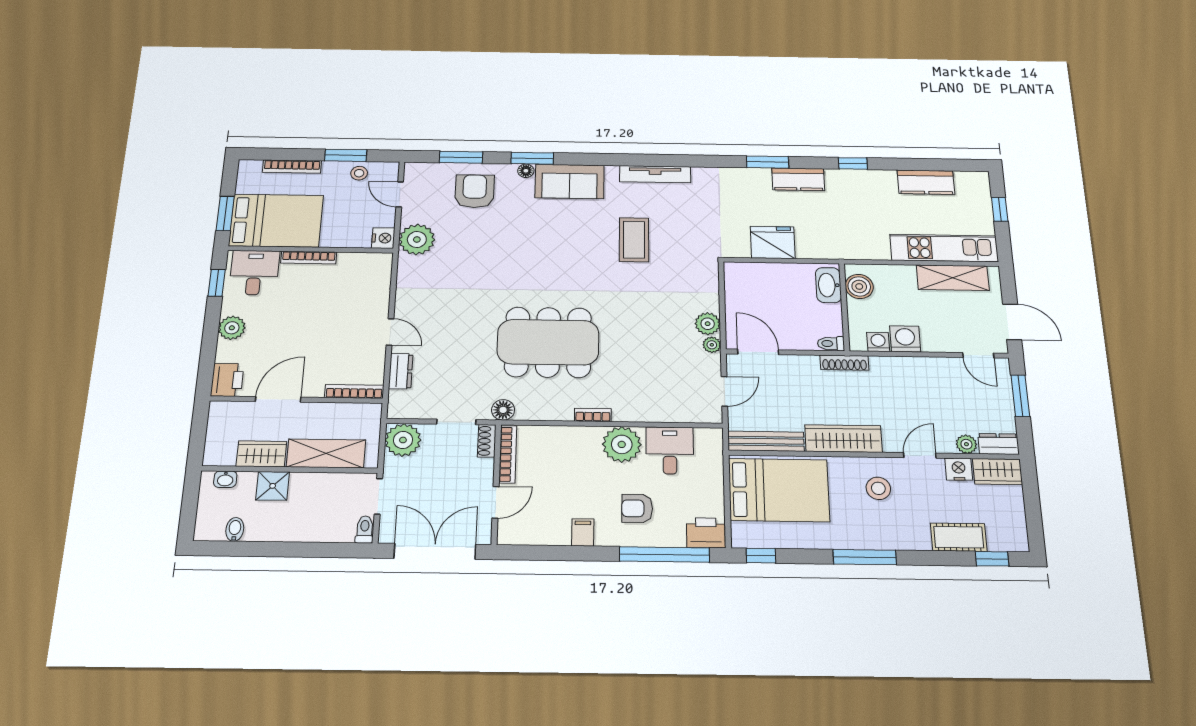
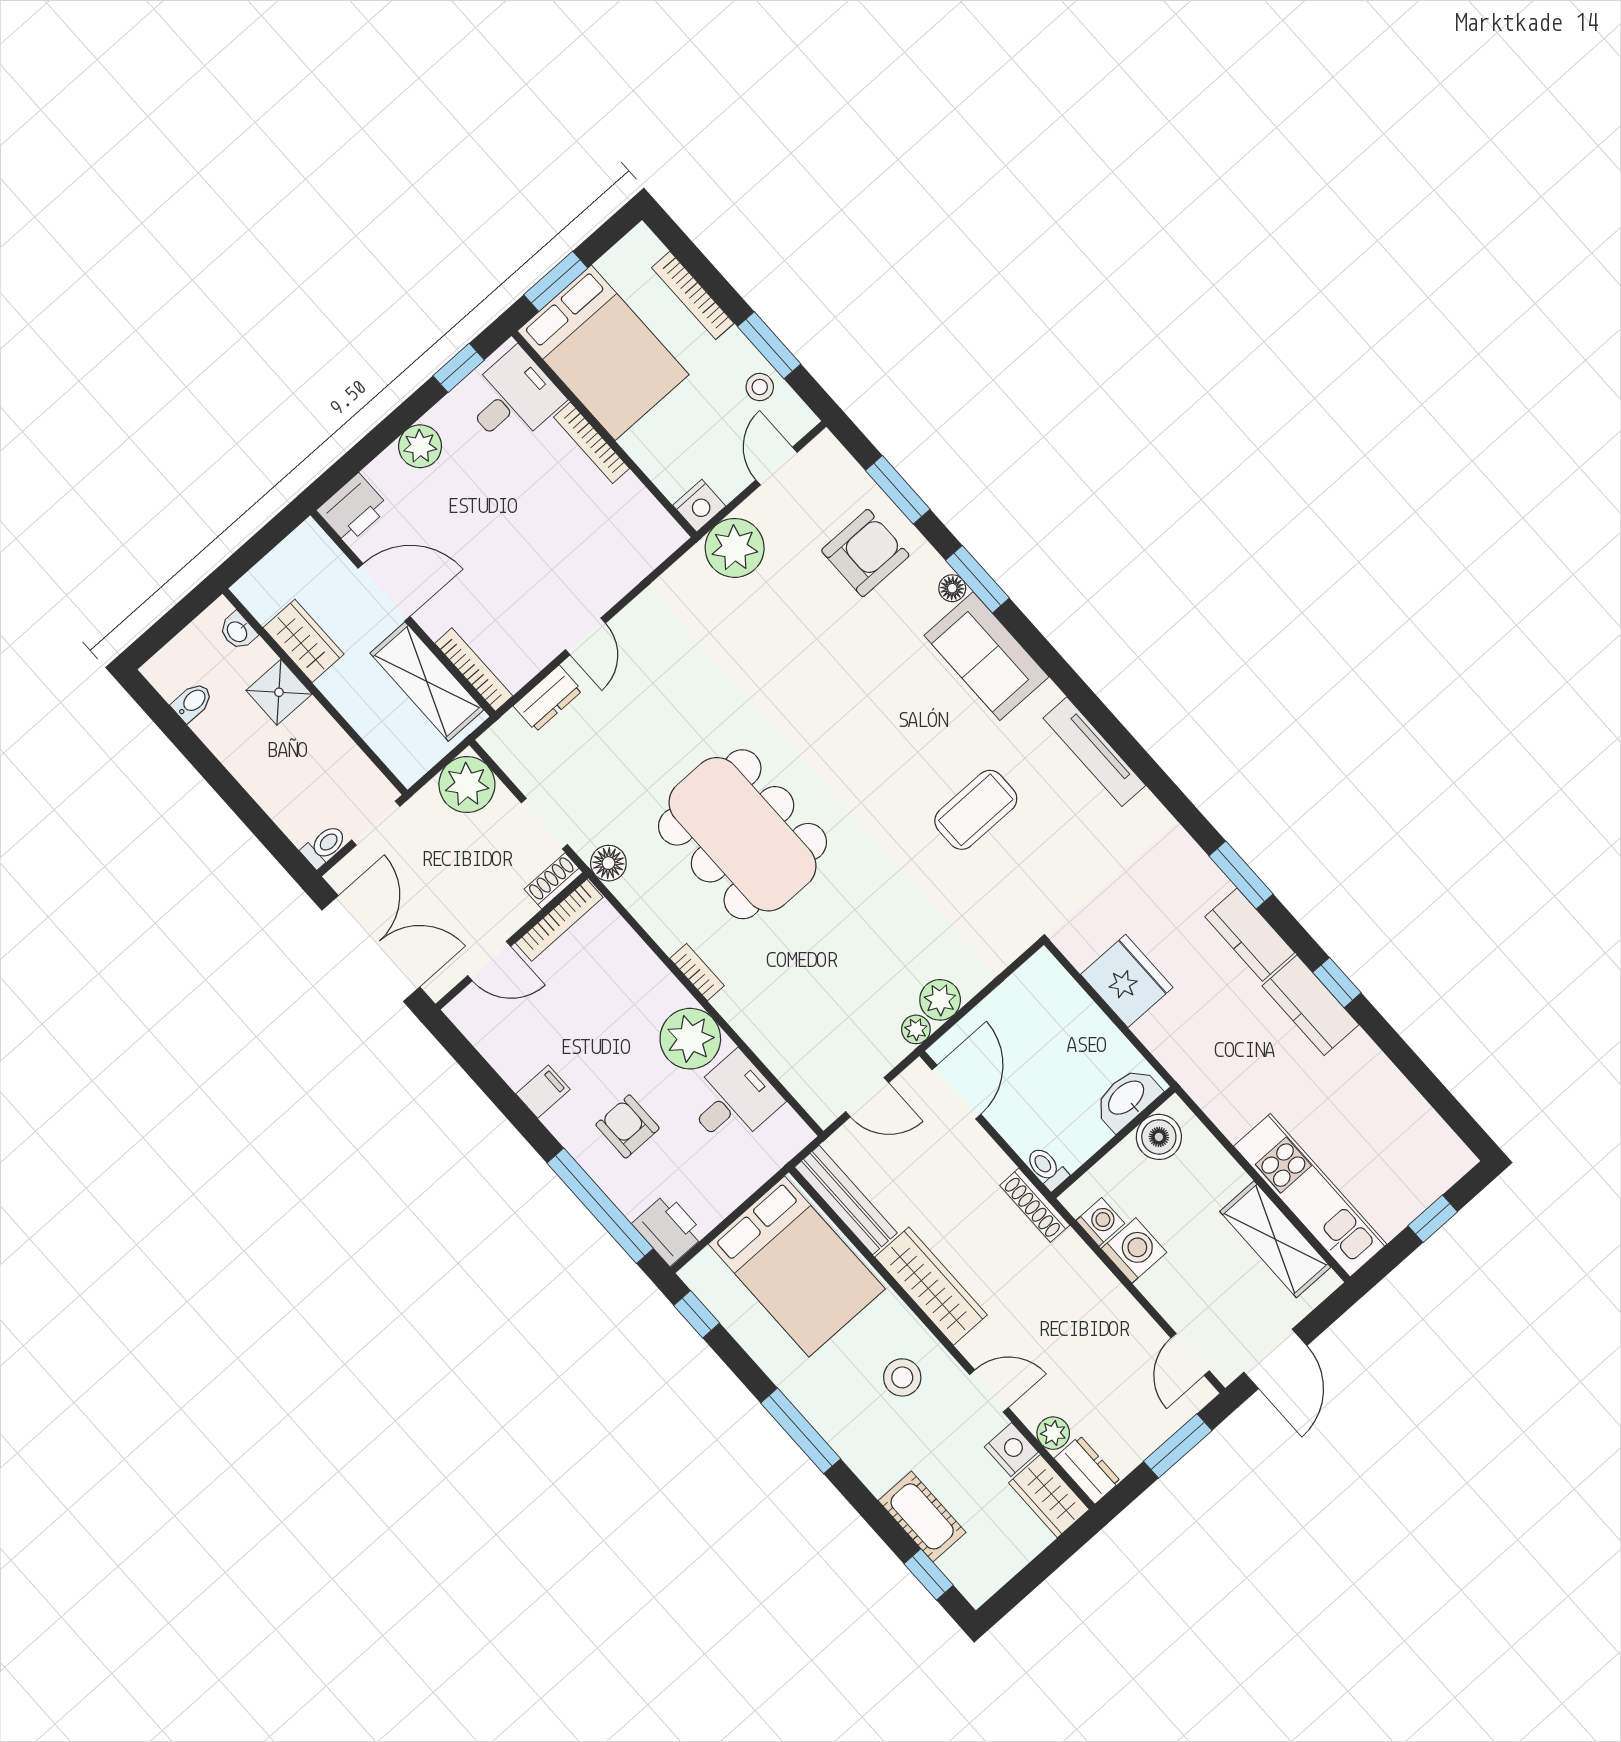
kitchen counter: (926, 182) -> (1310, 1005), moved
shelving: (326, 453) -> (427, 682), moved

